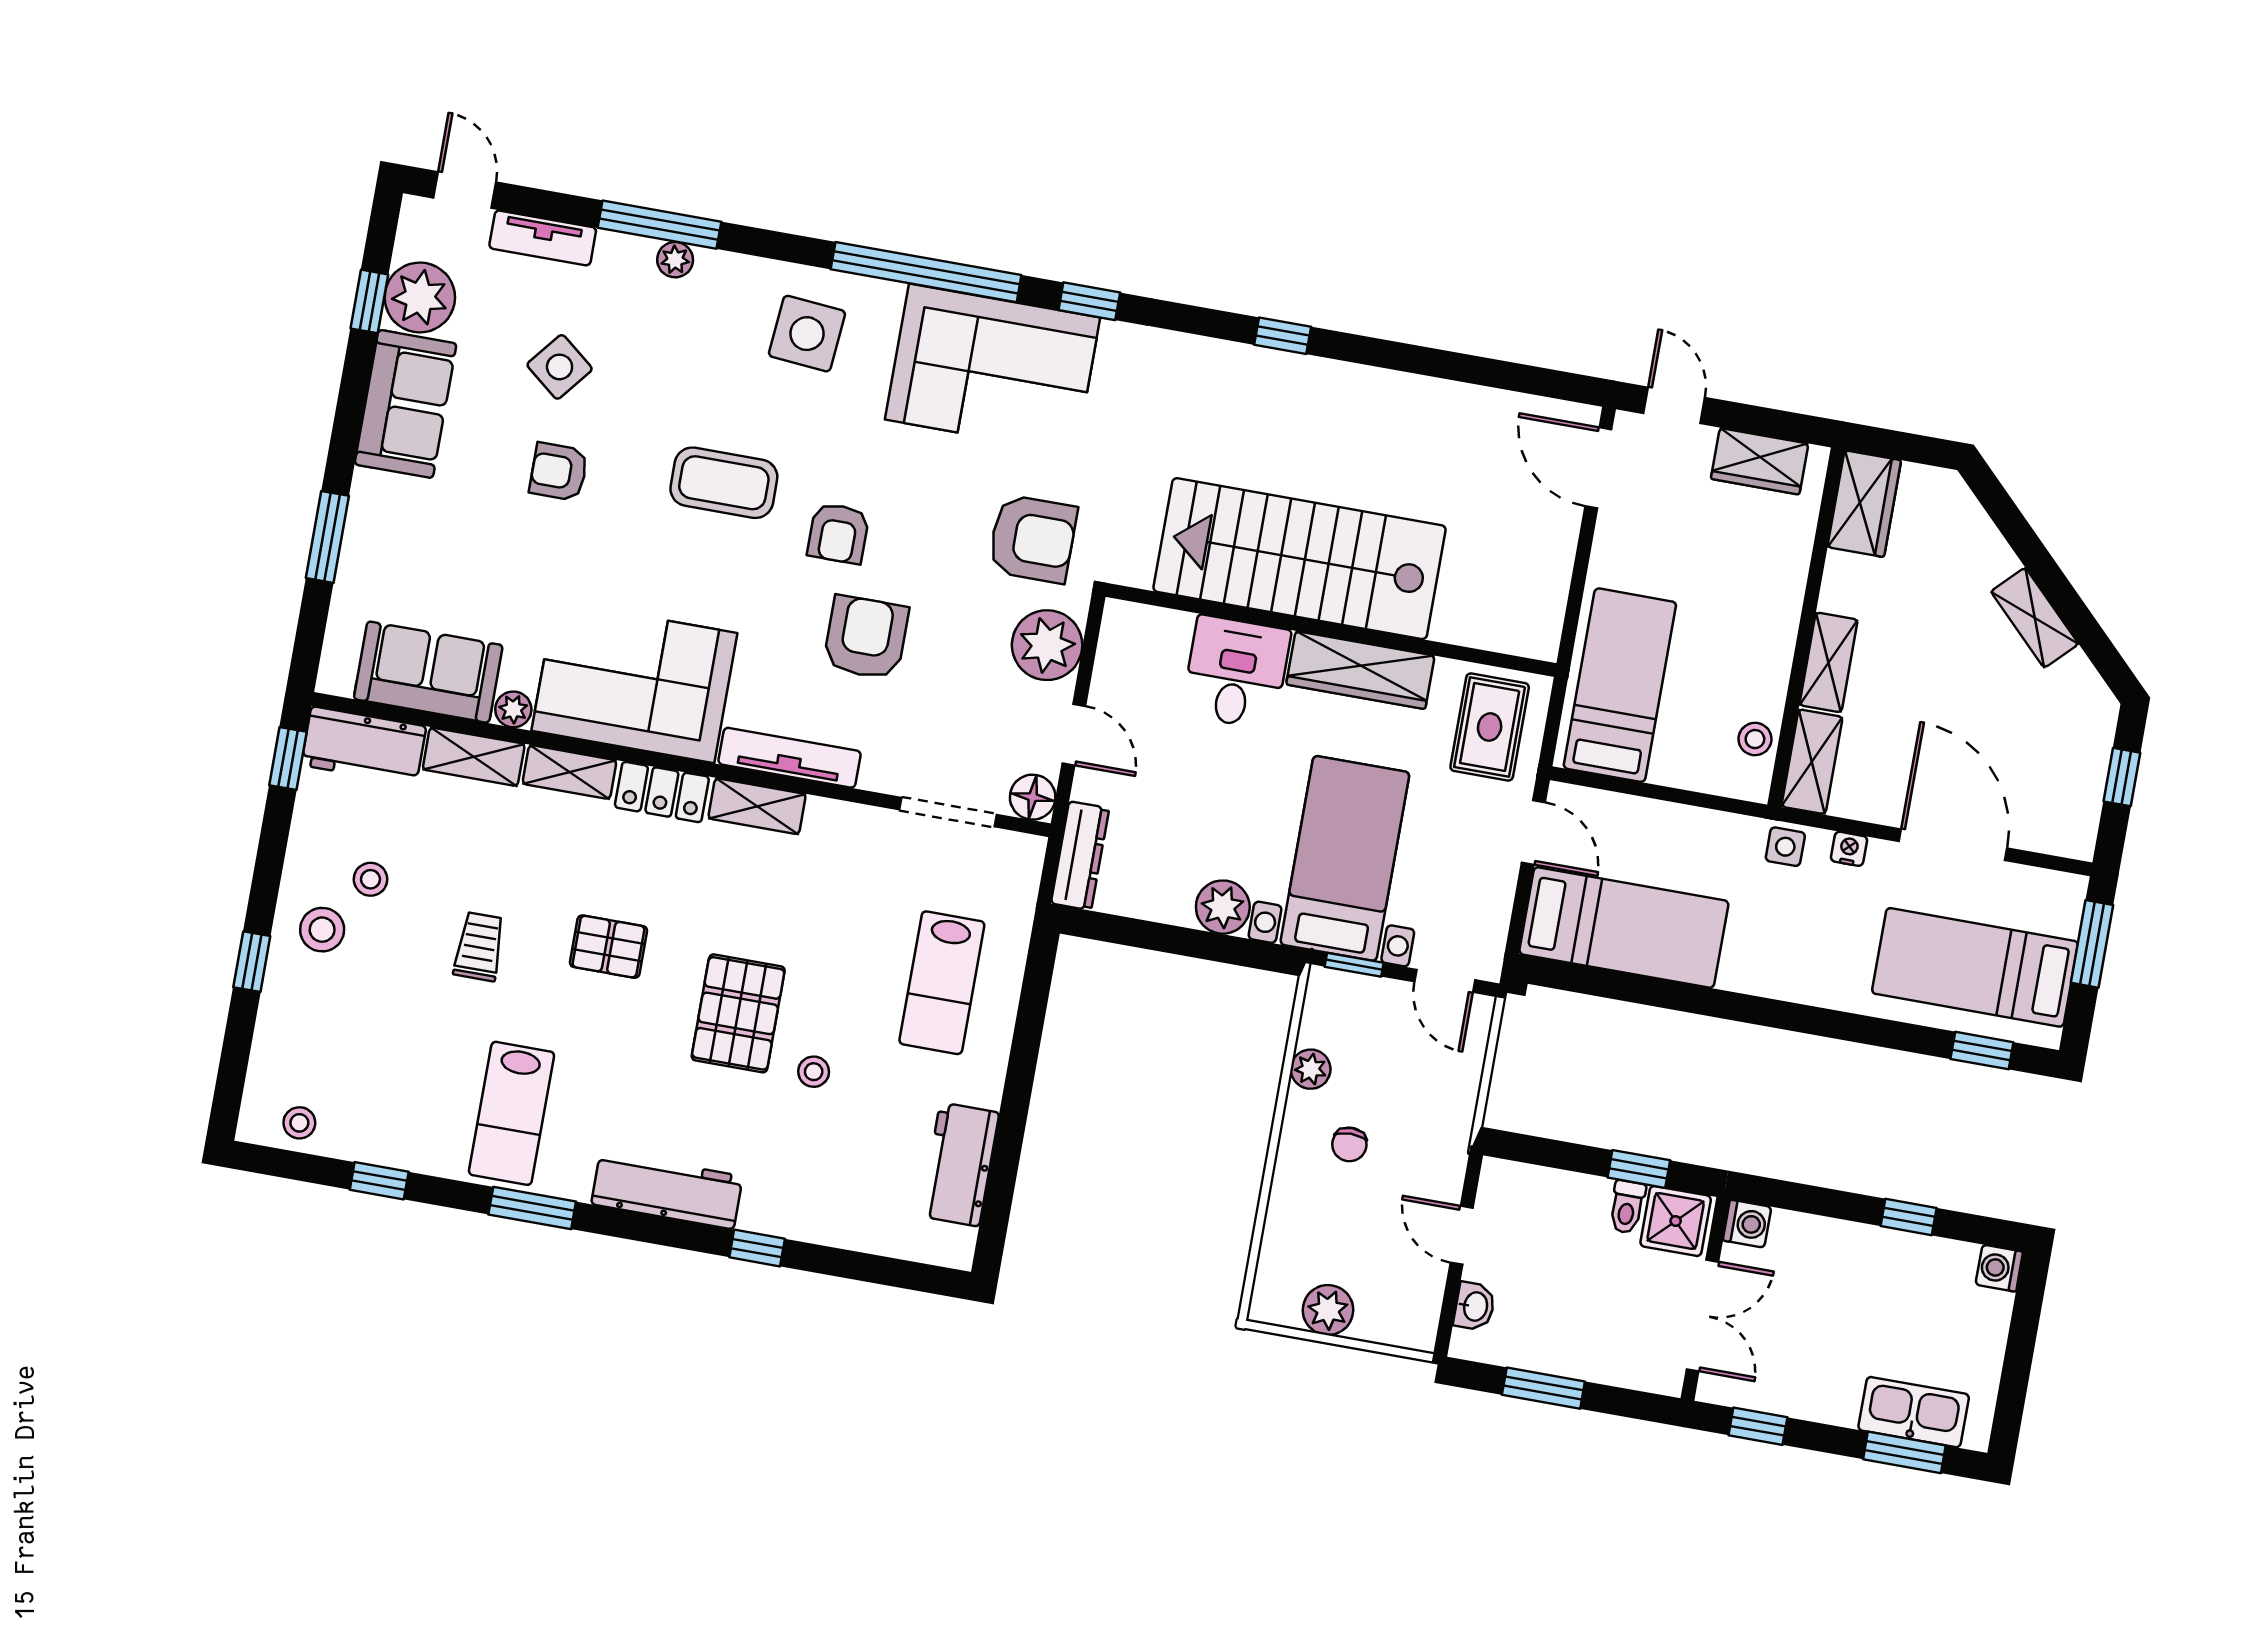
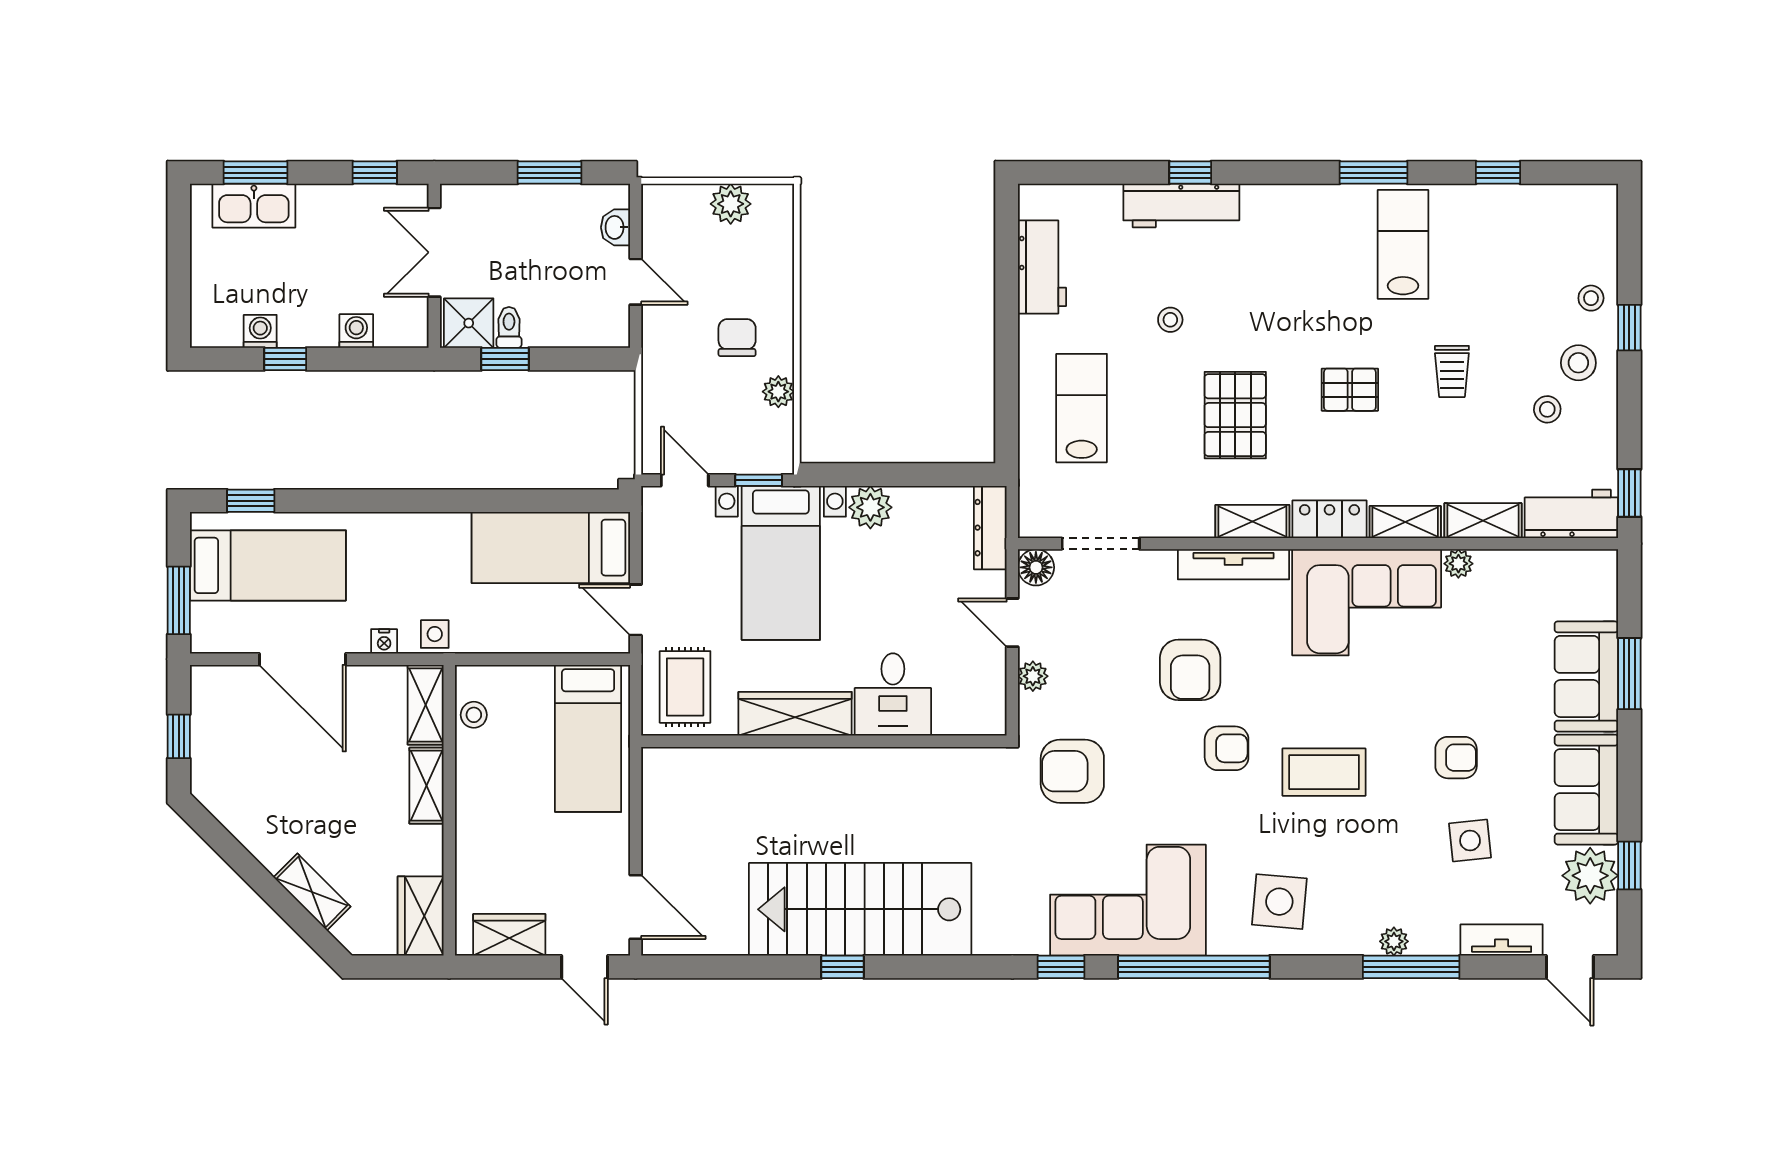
window: (1283, 336) -> (842, 967), moved
side table: (560, 367) -> (1470, 841), turned 45
armchair: (838, 533) -> (1227, 748), turned 90
stairs: (1300, 559) -> (860, 909), moved, turned 180
shelving: (2035, 618) -> (312, 892), moved
plant: (1047, 645) -> (1033, 676), width x0.53, depth x0.53
sofa: (428, 672) -> (1586, 676), moved, turned 90
pallet: (738, 1013) -> (1235, 415), moved
stool: (299, 1123) -> (1591, 298), moved
chair: (1349, 1144) -> (737, 338), width x1.37, depth x1.37
workbench: (667, 1190) -> (1181, 206), moved
washing machine: (1747, 1224) -> (356, 331), moved, turned 90
washing machine: (1999, 1268) -> (260, 331), moved, turned -90

